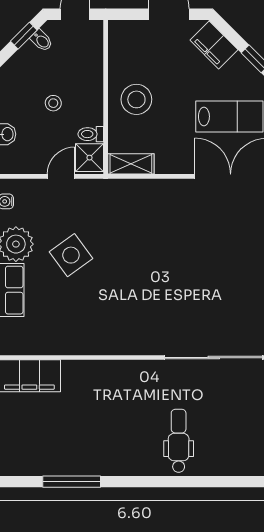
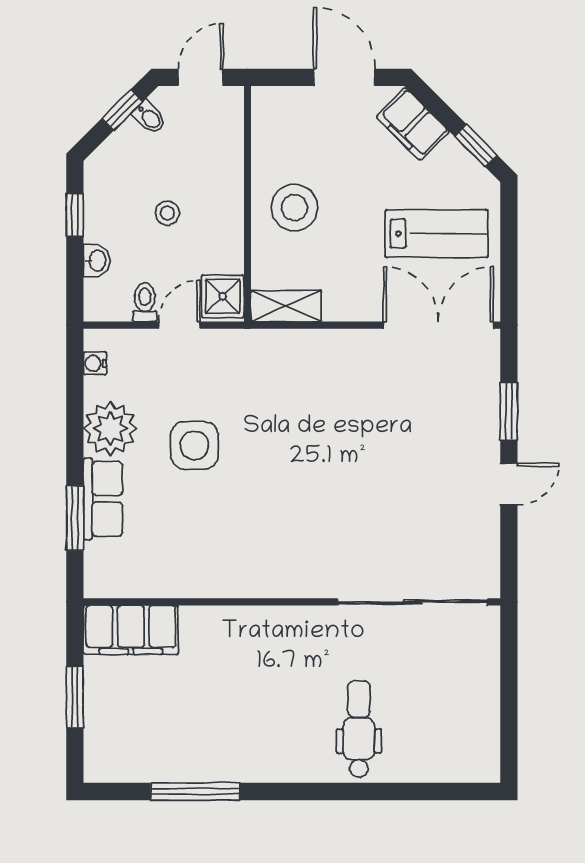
toilet: (91, 134) -> (145, 302), moved, turned 90
side table: (71, 255) -> (194, 445), turned 36

